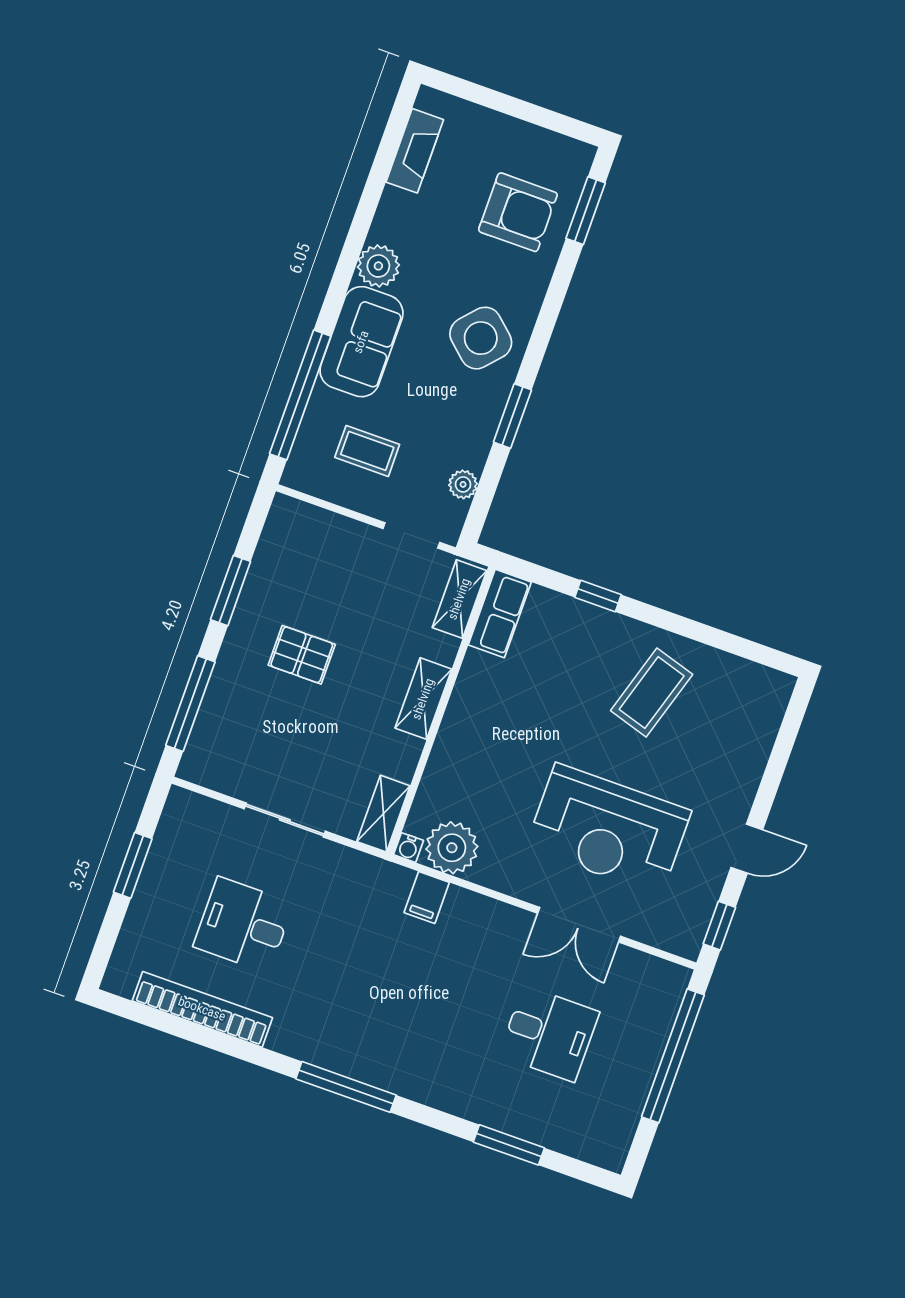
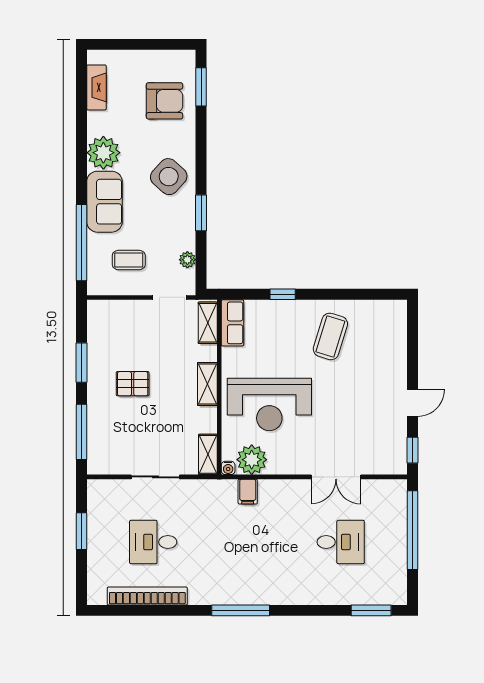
plant: (378, 266) -> (103, 153), width x1.36, depth x1.36
reception desk: (608, 829) -> (269, 404), moved
window: (509, 1145) -> (371, 610), moved

